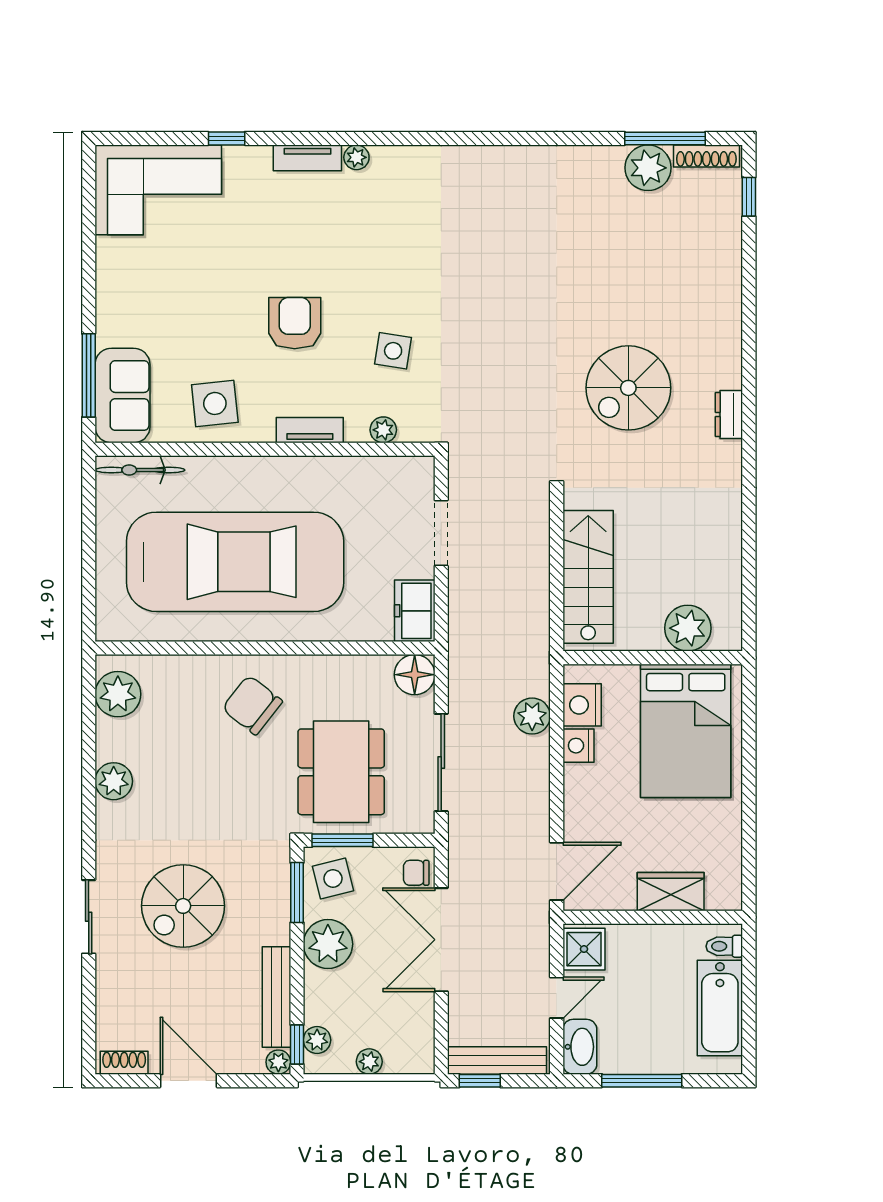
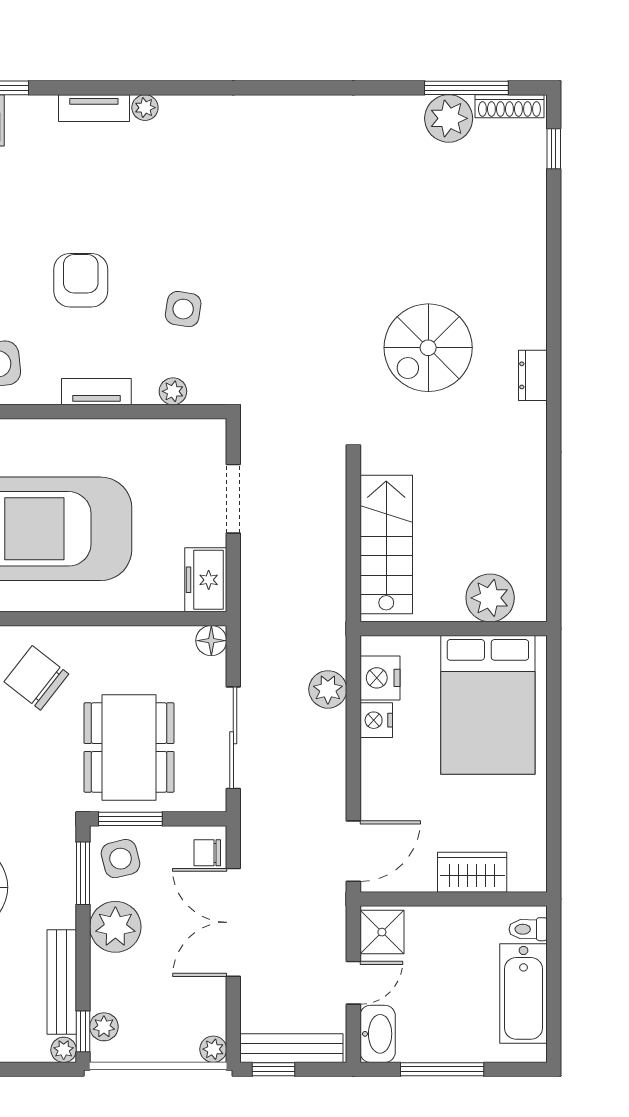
floor lamp: (415, 675) -> (211, 641), width x0.73, depth x0.73
plant: (369, 1062) -> (213, 1049), moved

